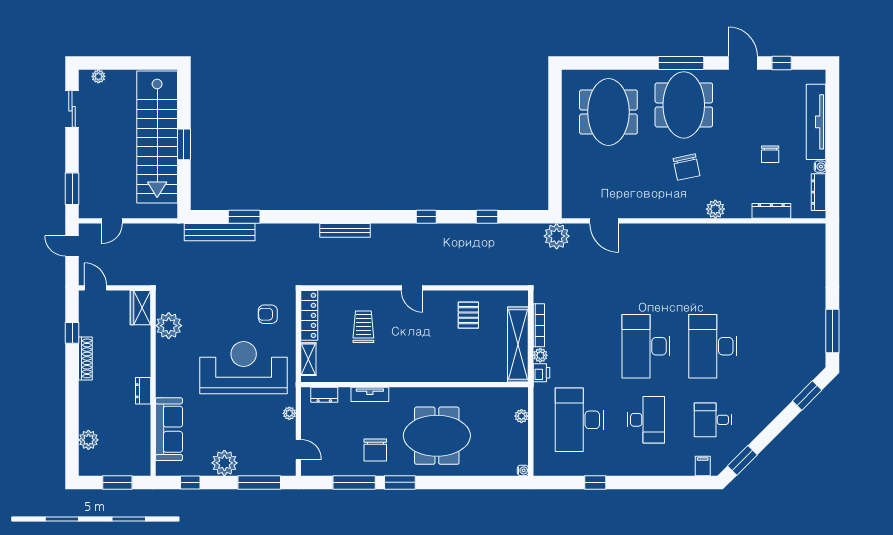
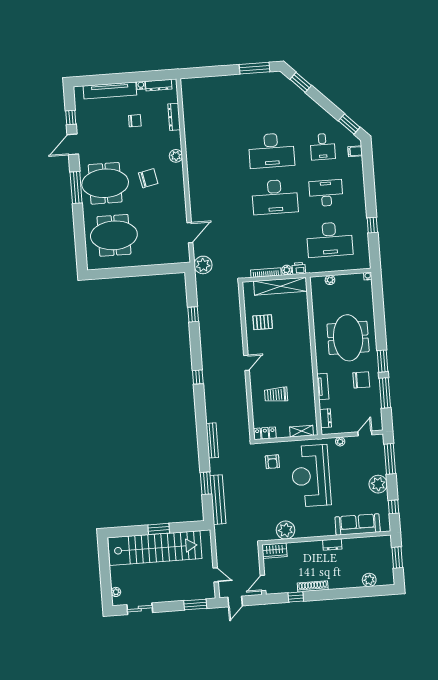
window: (426, 217) -> (198, 377), moved
bench: (345, 230) -> (212, 440), moved
locker: (309, 315) -> (265, 433), width x0.66

